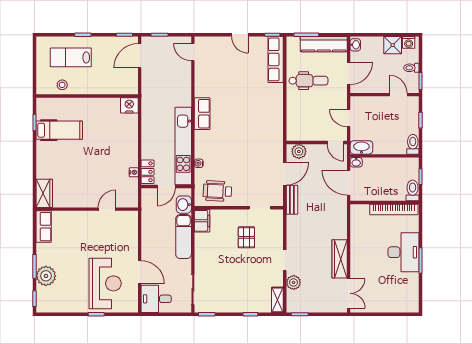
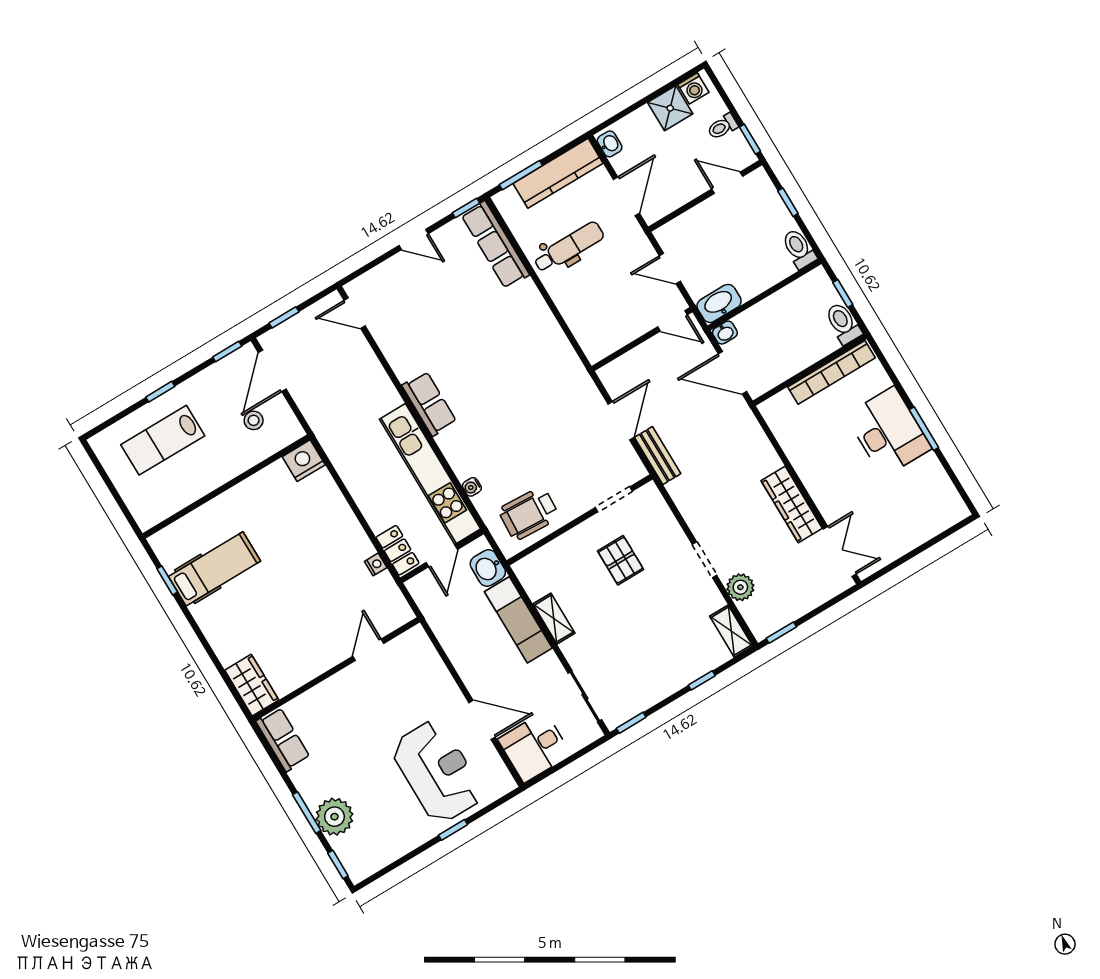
stool: (62, 85) -> (254, 420), moved
plant: (299, 151) -> (622, 371), removed
filing cabinet: (202, 221) -> (533, 576), removed
shelving: (200, 246) -> (554, 619), added

